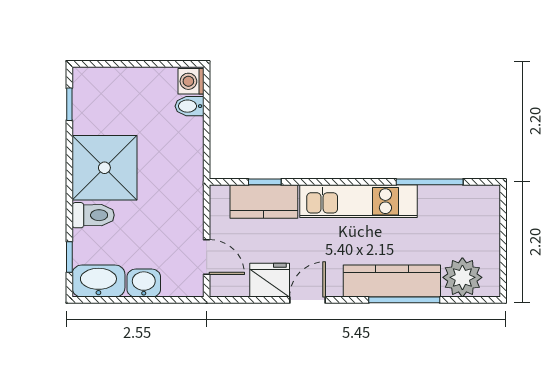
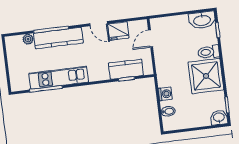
washing machine: (191, 81) -> (165, 94), moved
kitchen unit: (358, 201) -> (59, 78), moved
door: (207, 257) -> (151, 39), hinge flipped
plant: (462, 277) -> (28, 39), width x0.53, depth x0.53
washbasin: (144, 283) -> (219, 118), moved, turned 180
door: (308, 300) -> (99, 24), hinge flipped

